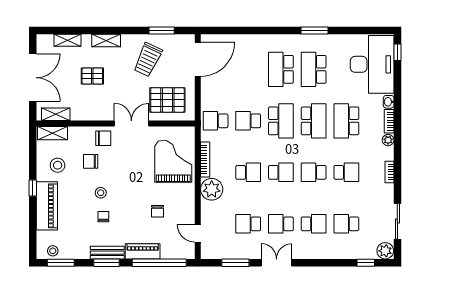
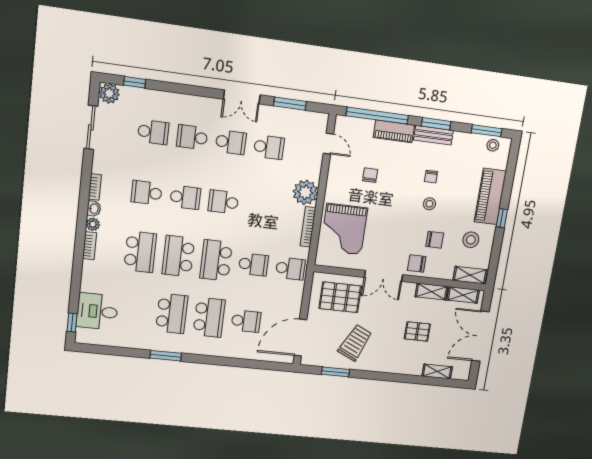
shelving: (106, 41) -> (432, 292), moved
desk: (372, 64) -> (97, 311), width x0.53, depth x0.77
washbasin: (389, 102) -> (94, 209), moved
school desk: (248, 172) -> (246, 321), moved, turned 180

